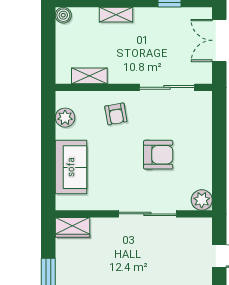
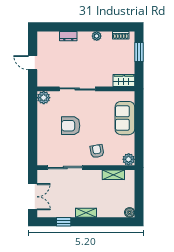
shelving: (116, 15) -> (86, 213), moved
plant: (65, 118) -> (129, 159), moved

